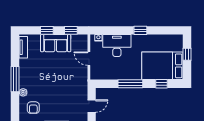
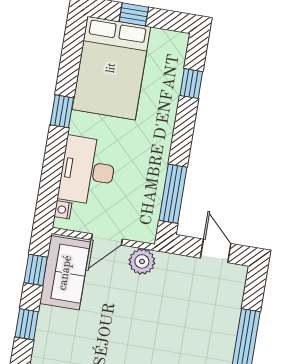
sofa: (56, 43) -> (65, 273), moved
bed: (162, 66) -> (111, 68), moved
plant: (82, 75) -> (142, 261), added
window: (130, 84) -> (173, 194), moved

